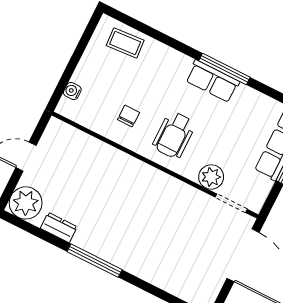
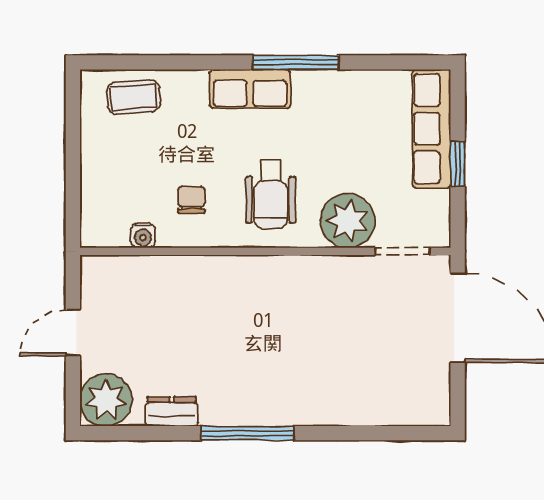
row of seats: (212, 81) -> (250, 89), moved
water cooler: (72, 91) -> (143, 236), moved, turned -90
plant: (211, 177) -> (348, 221), width x1.36, depth x1.36

